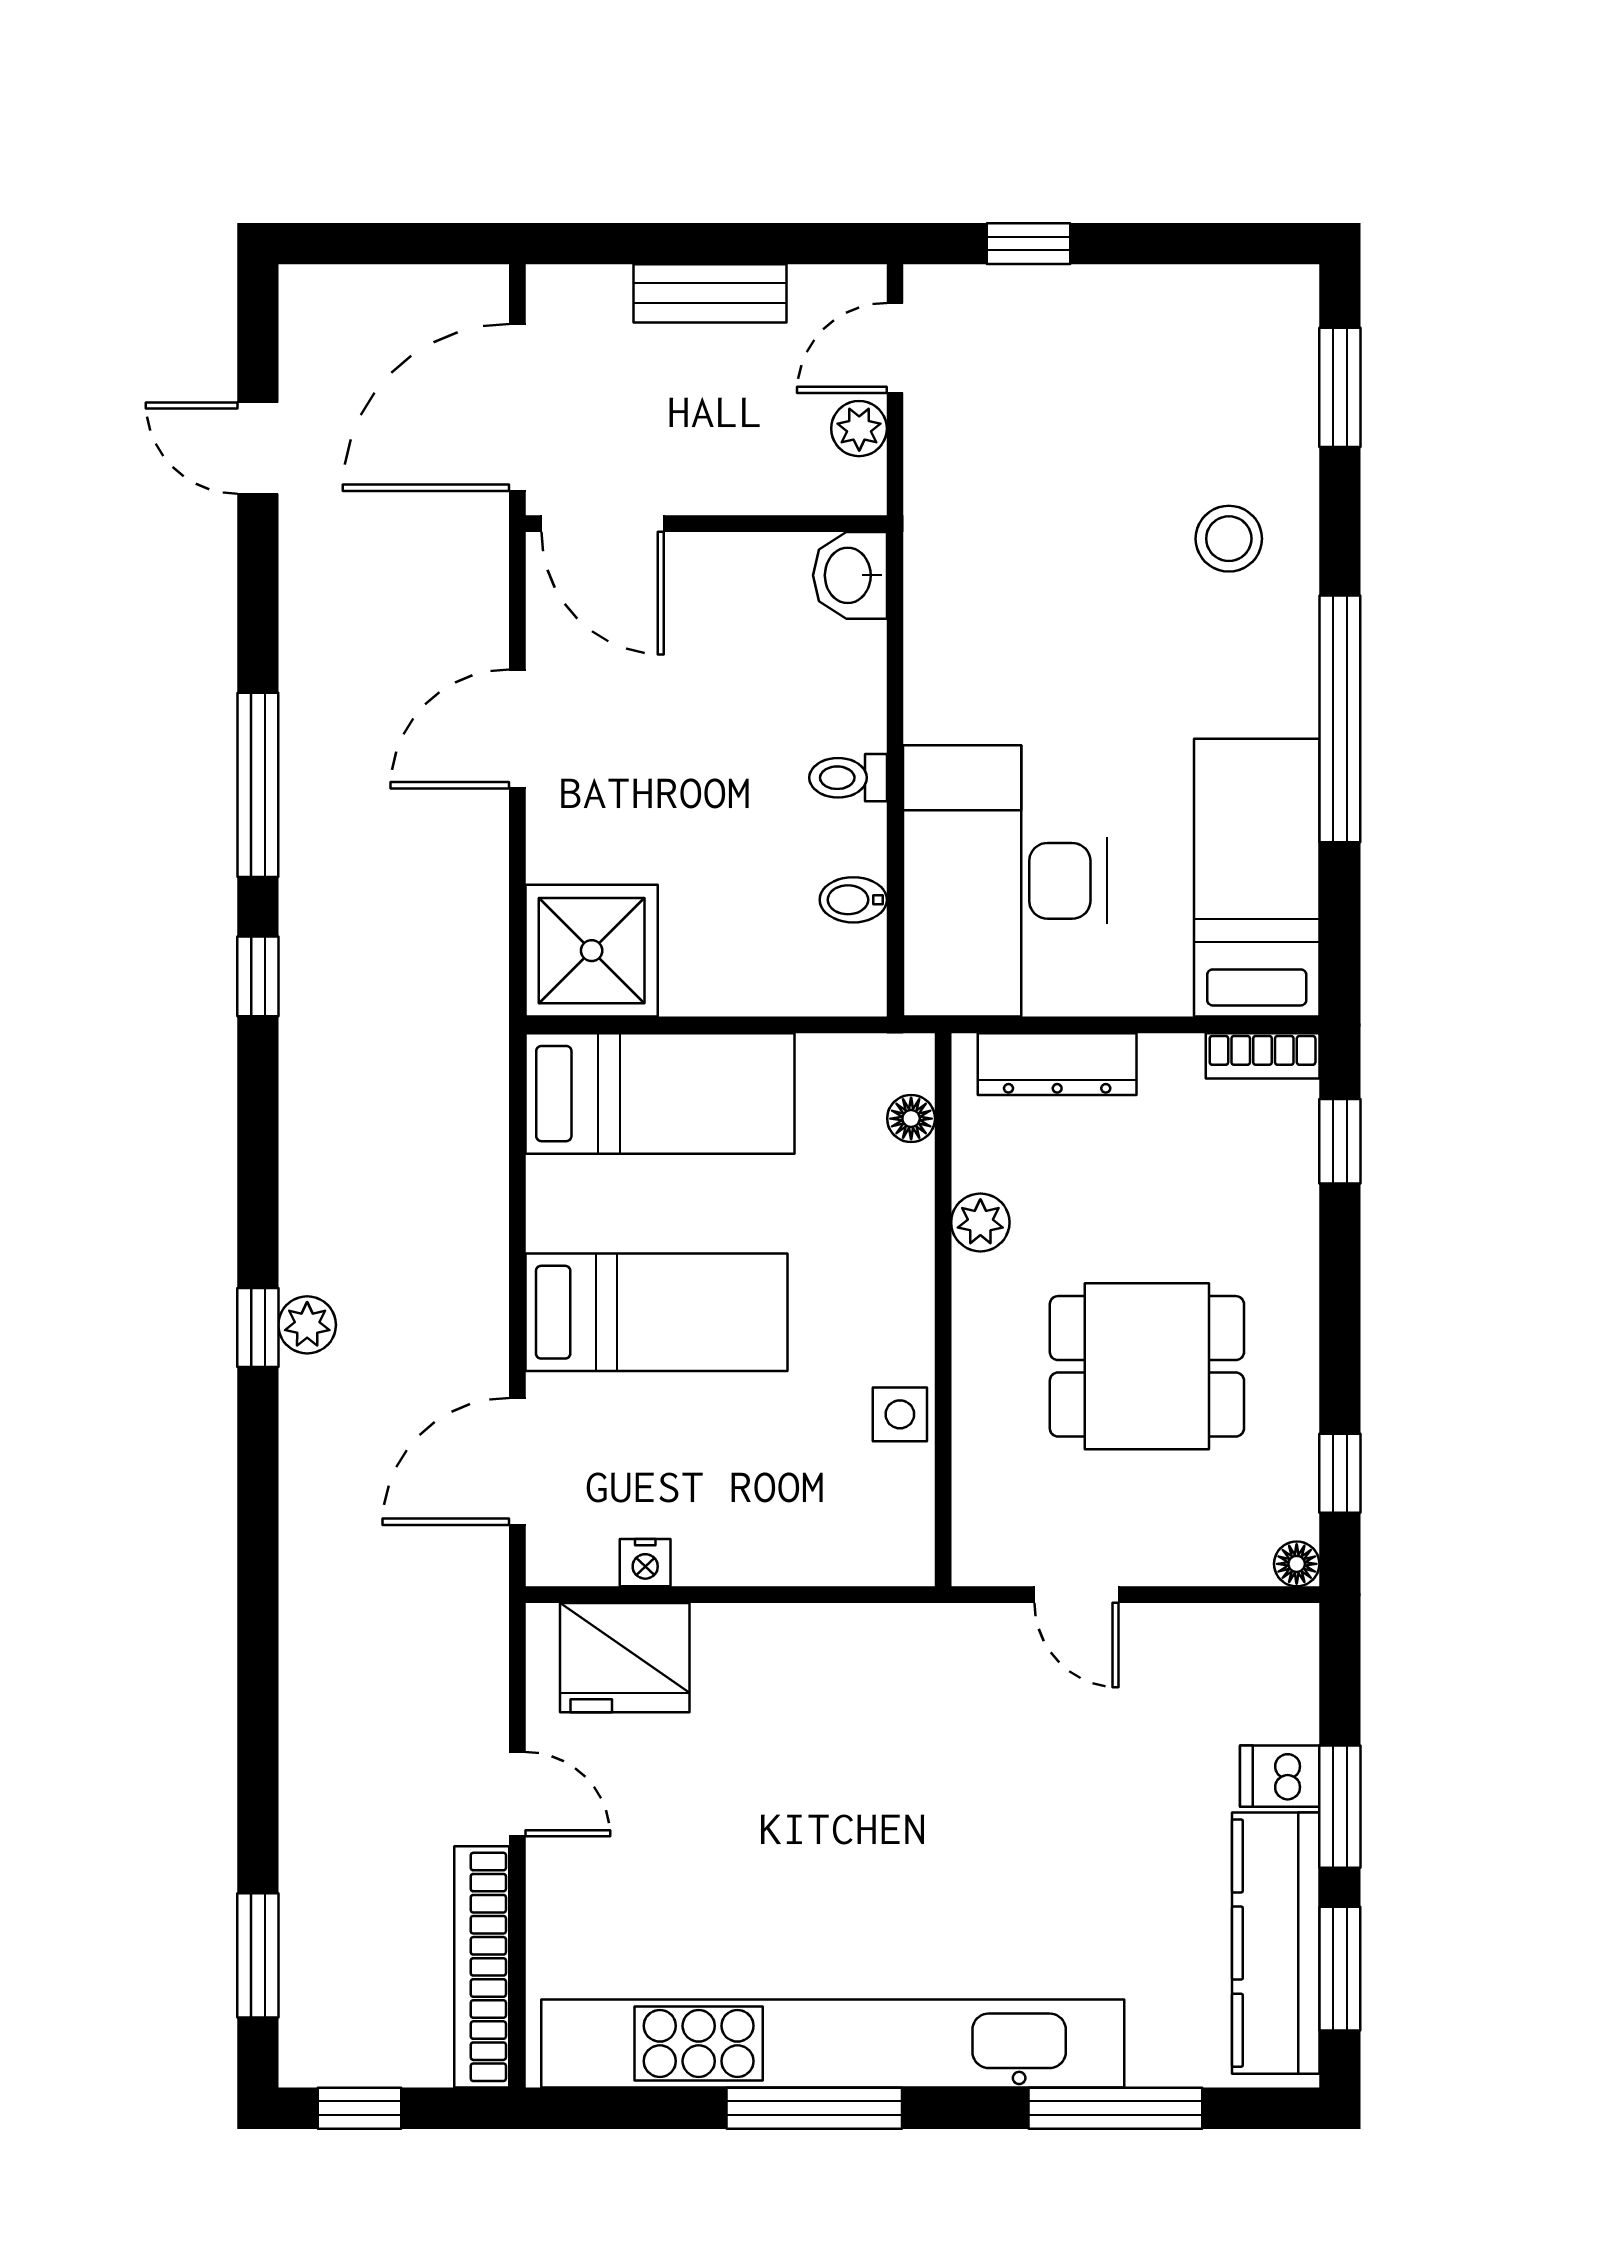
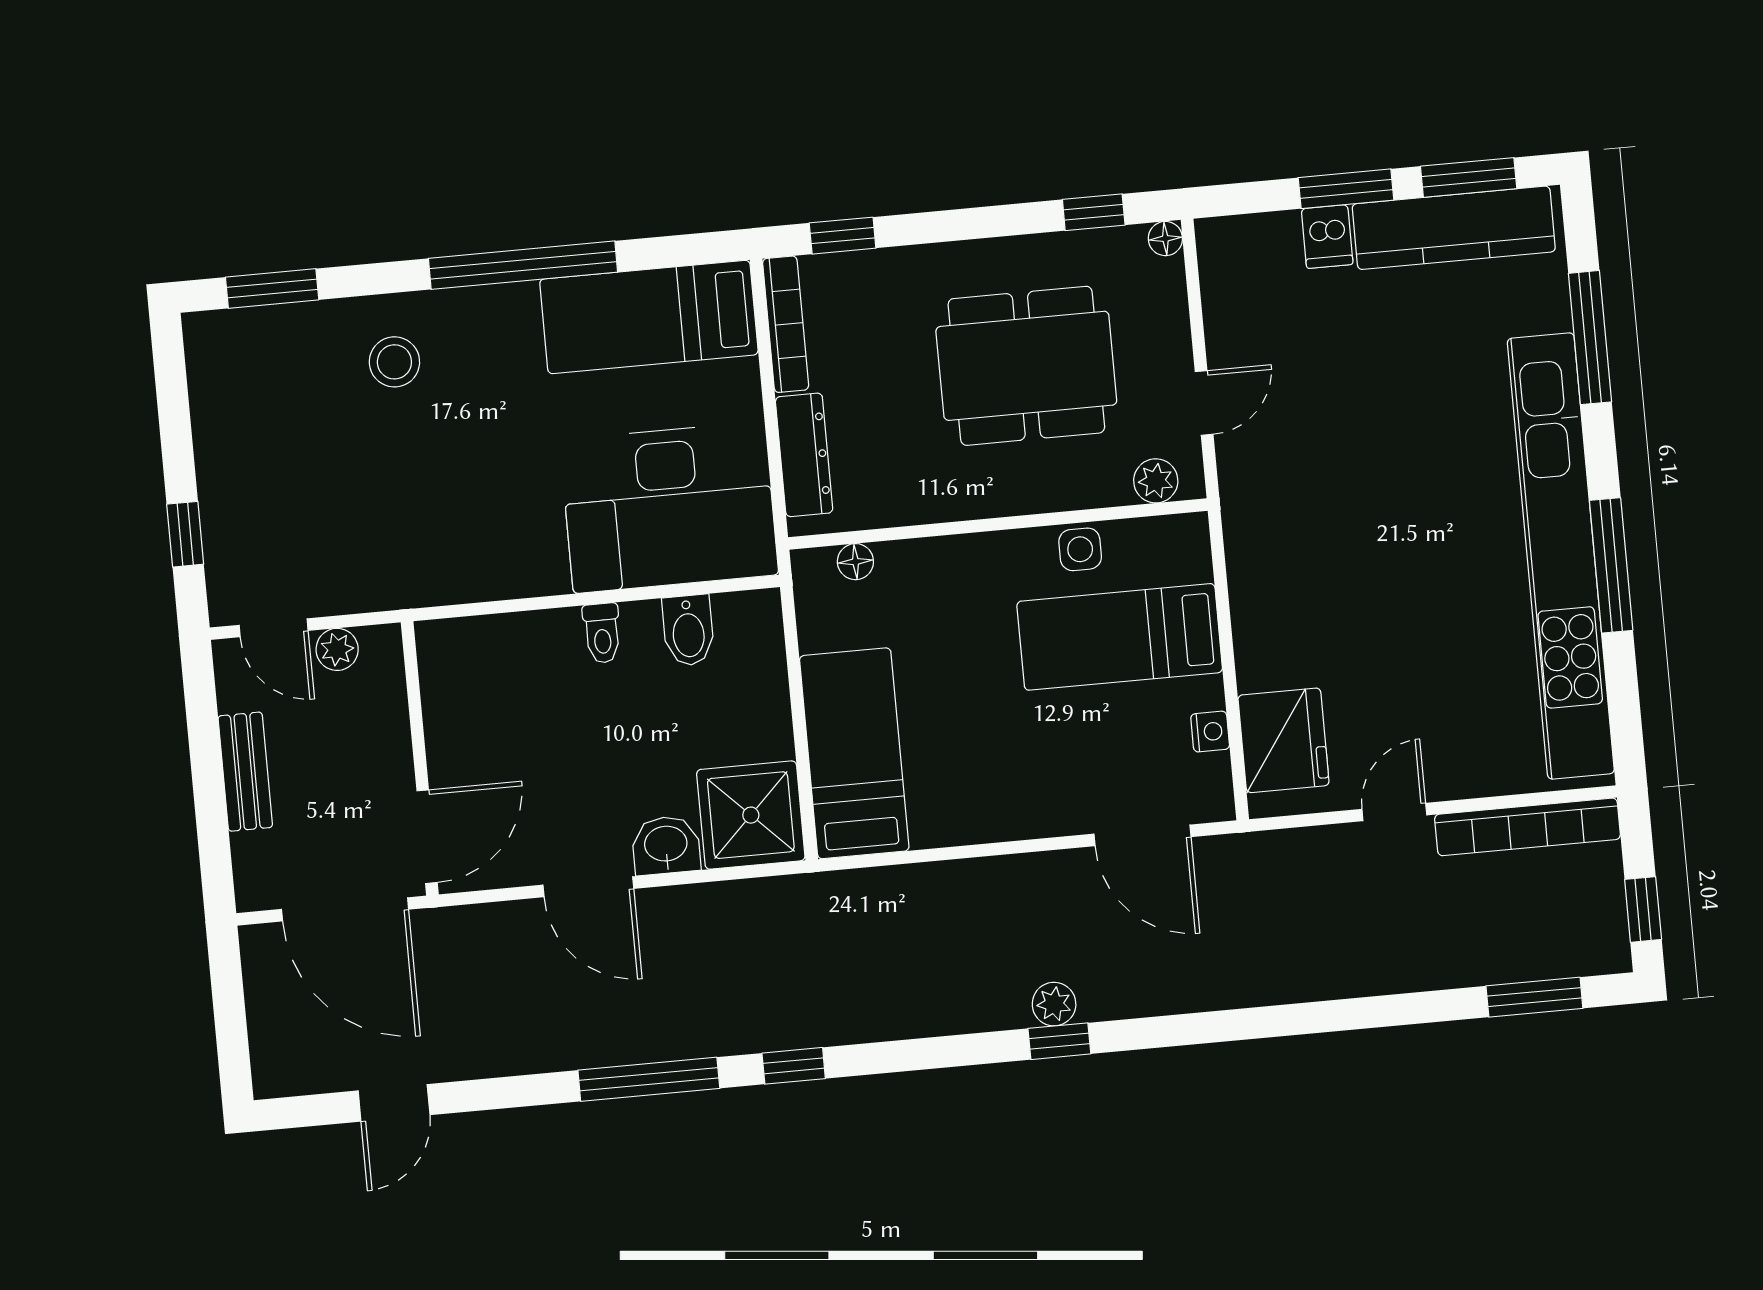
washbasin: (850, 575) -> (666, 845), moved, turned 180
bidet: (853, 900) -> (688, 630), width x1.38, depth x1.36
bookcase: (1263, 1056) -> (786, 324), width x1.56
plant: (980, 1222) -> (1156, 481), moved
bed: (657, 1312) -> (1120, 637), moved, turned -90
dining table: (1147, 1366) -> (1026, 366), width x1.38

